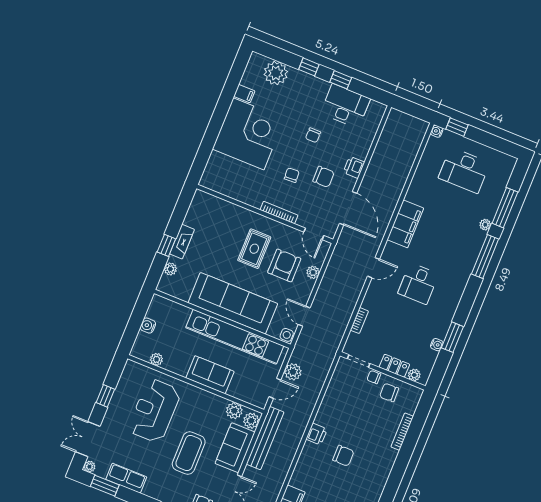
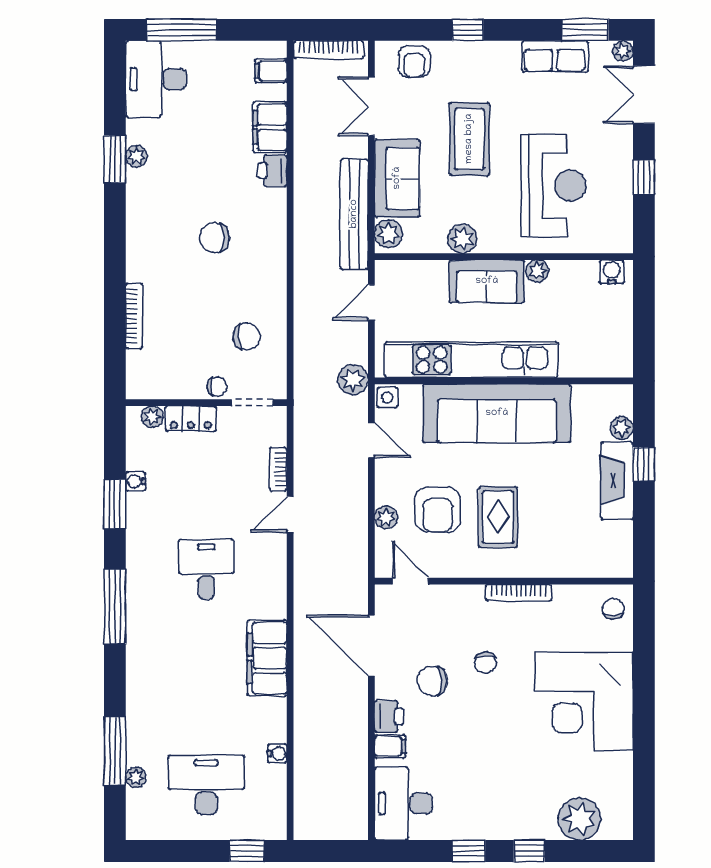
filing cabinet: (244, 94) -> (390, 746), moved, turned 180
desk: (345, 106) -> (403, 803), moved, turned 90
water cooler: (437, 131) -> (277, 754), moved
chair: (313, 135) -> (613, 609), moved
bookcase: (279, 213) -> (519, 593), moved
plant: (485, 225) -> (136, 777), moved
fireplace: (182, 242) -> (617, 481), width x1.37, depth x1.32
window: (485, 256) -> (115, 606), moved
door: (373, 268) -> (290, 514), moved
water cooler: (148, 326) -> (612, 272), moved, turned -90
plant: (156, 359) -> (537, 271), moved
plant: (293, 372) -> (353, 380), moved
chair: (389, 393) -> (246, 336), moved
plant: (234, 411) -> (462, 239), moved
printer: (317, 434) -> (273, 171), moved
double door: (88, 439) -> (644, 95), swing flipped

